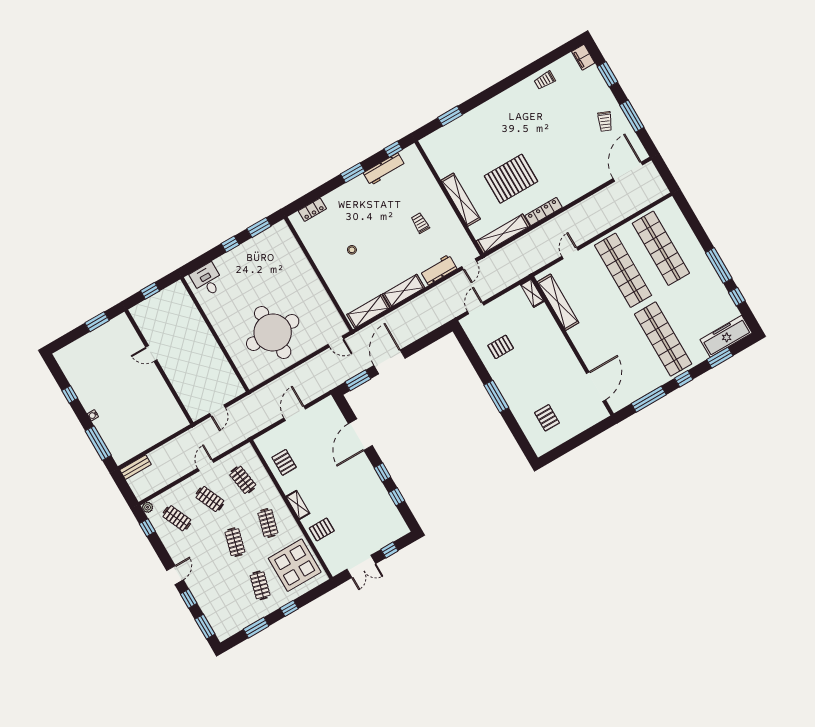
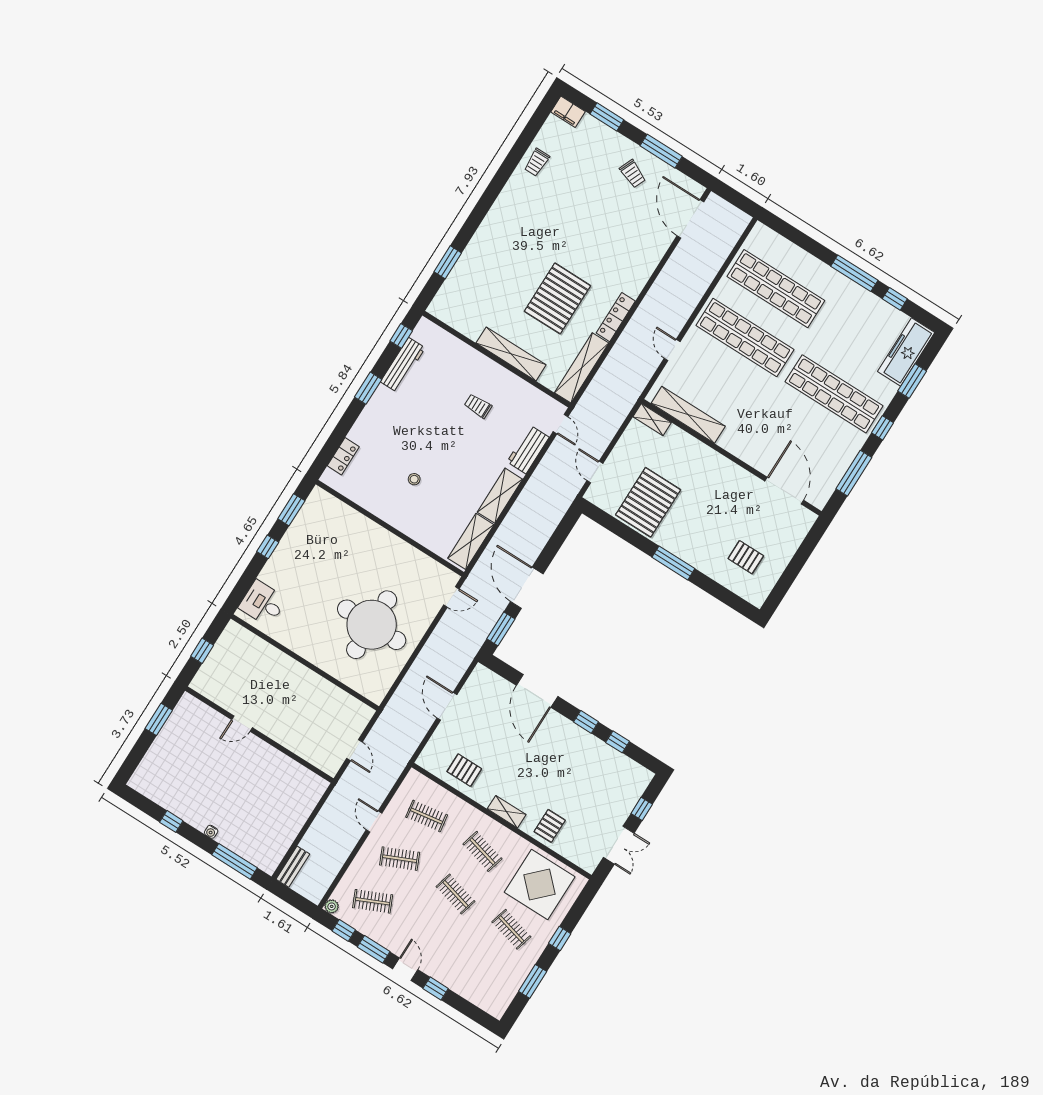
pallet: (501, 347) -> (648, 502), width x2.05, depth x2.00
window: (205, 627) -> (374, 949), moved

